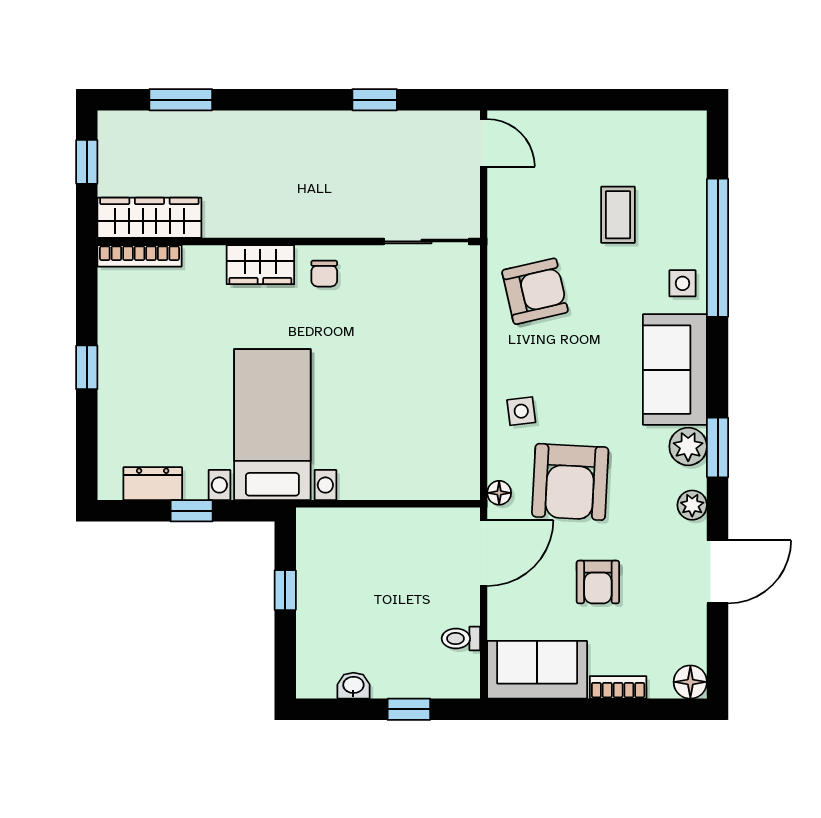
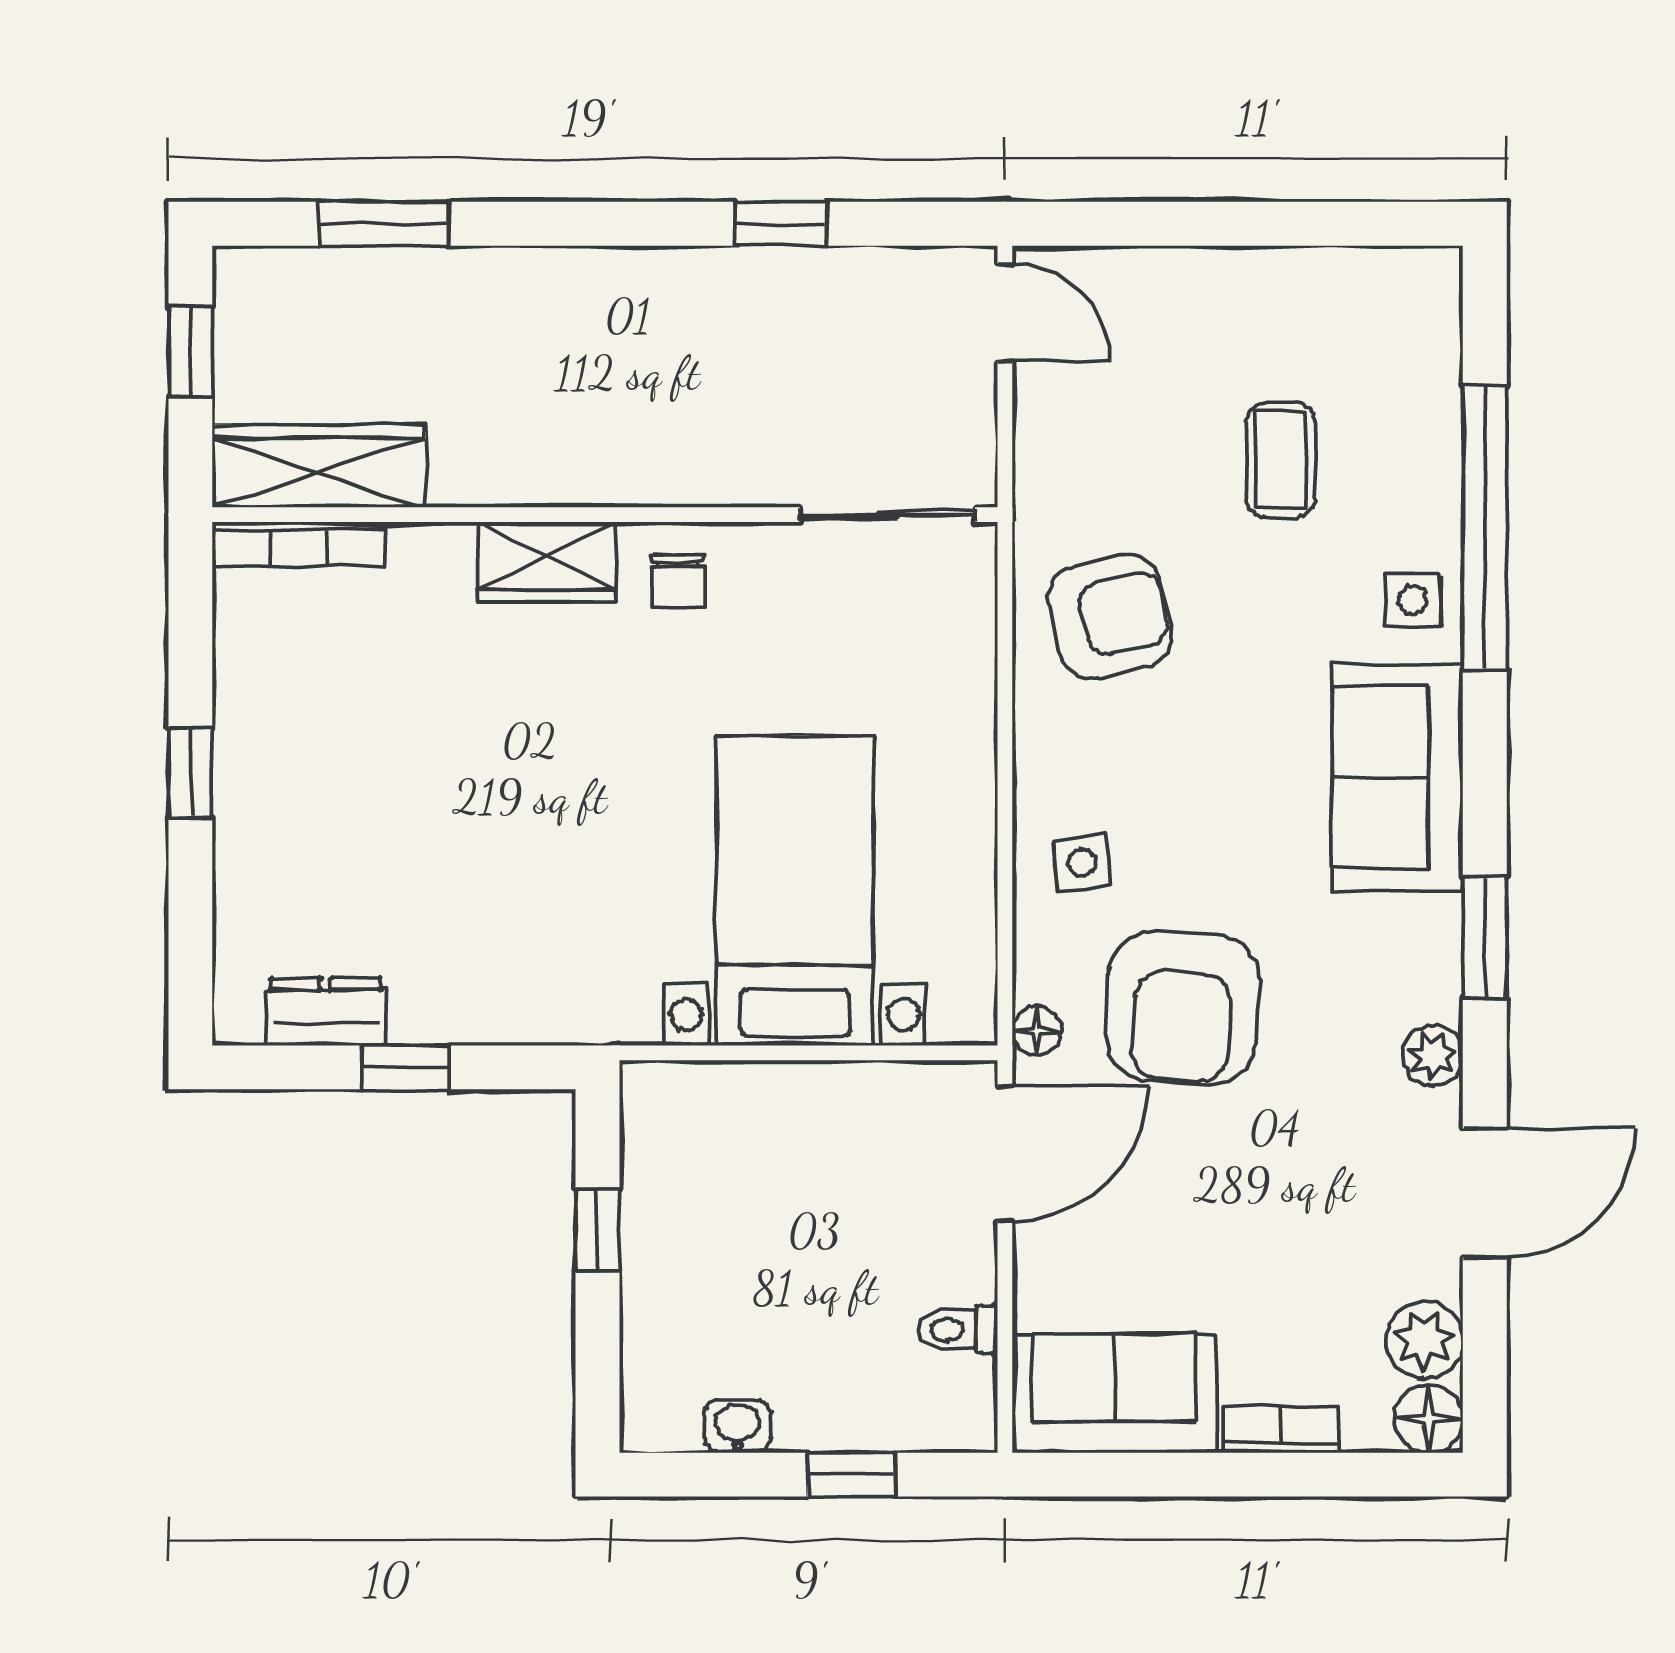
bed with nightstands: (272, 425) -> (795, 891), moved
plant: (688, 446) -> (1424, 1340), moved
armchair: (598, 582) -> (1239, 1214), removed

